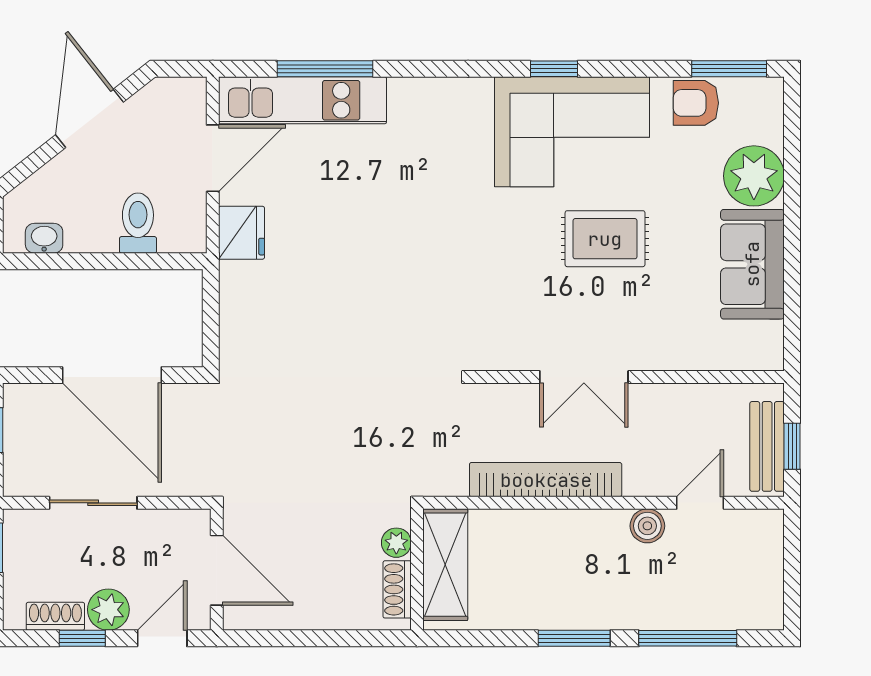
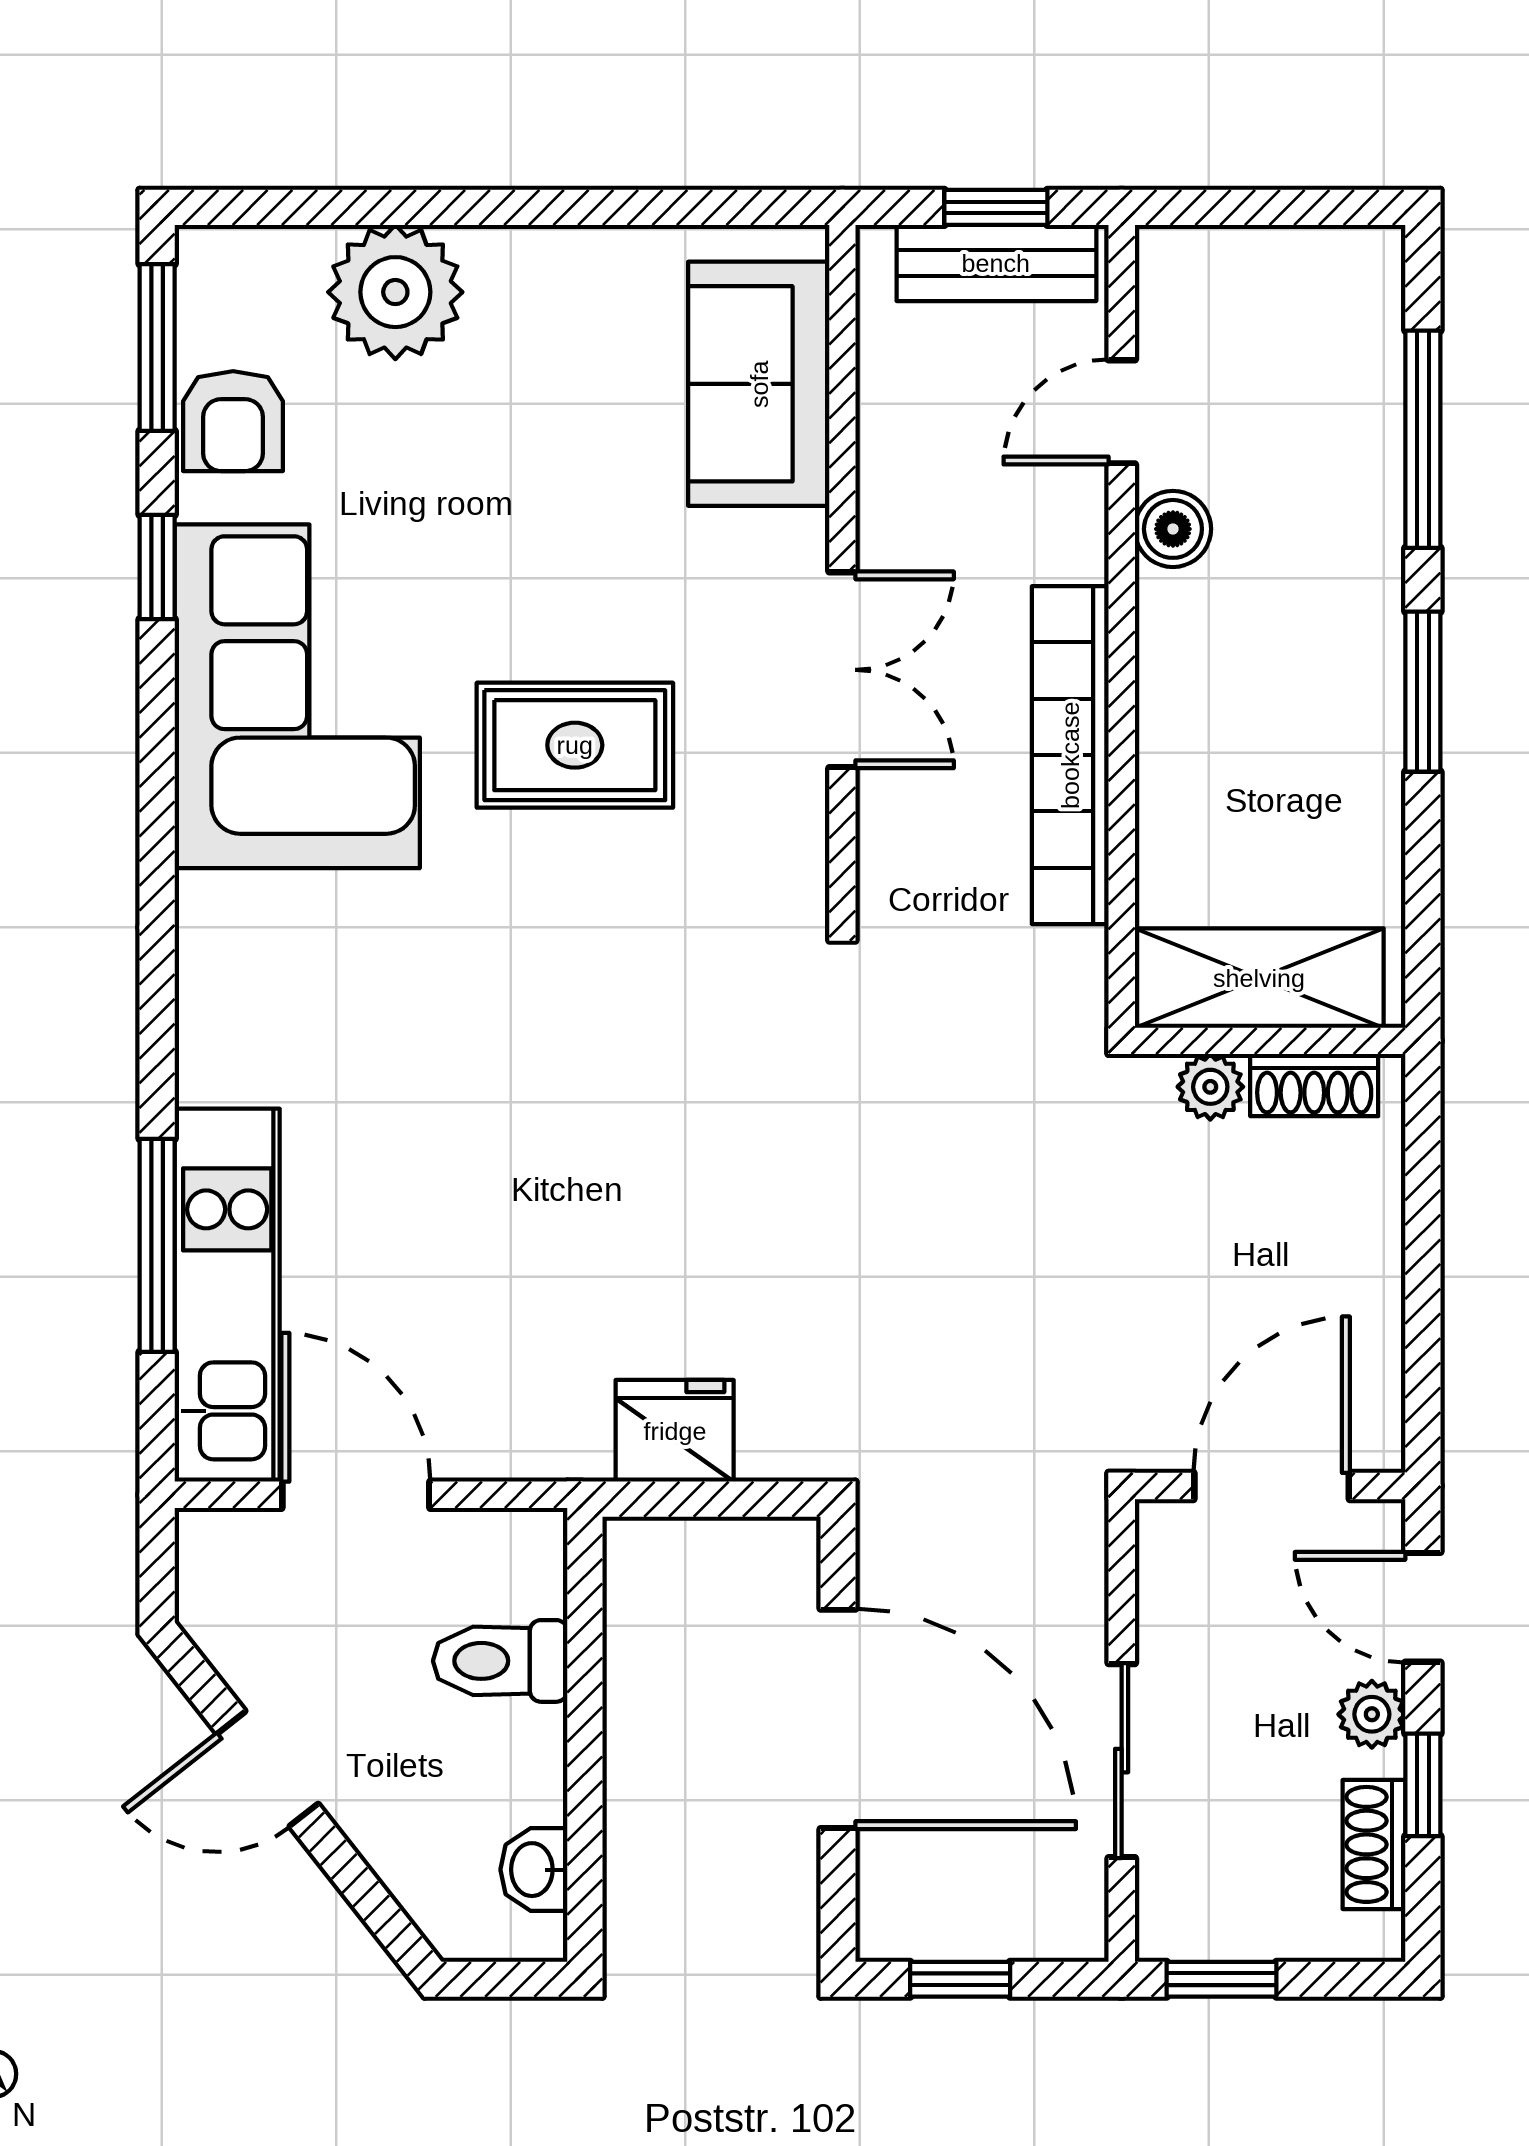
window: (554, 69) -> (157, 567), moved
door: (89, 118) -> (267, 1769), width x0.73
fridge: (242, 233) -> (675, 1431), moved
rug: (605, 239) -> (575, 745), moved, turned 90
sofa: (752, 264) -> (759, 384), moved, turned 90
door: (112, 375) -> (838, 1719), hinge flipped
door: (700, 503) -> (1122, 412), hinge flipped
plant: (108, 610) -> (1372, 1714), width x0.73, depth x0.73

